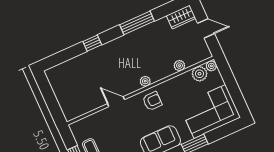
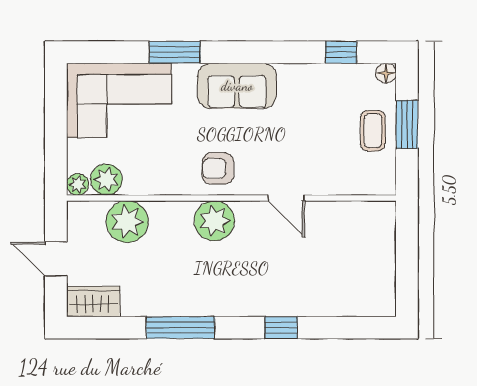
plant: (179, 66) -> (127, 222), width x1.88, depth x1.88
plant: (145, 81) -> (214, 221), width x1.87, depth x1.87

